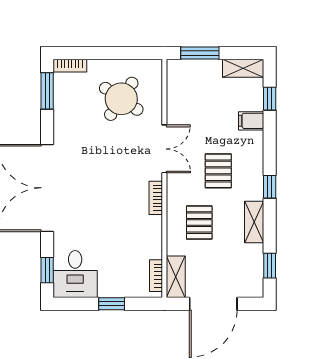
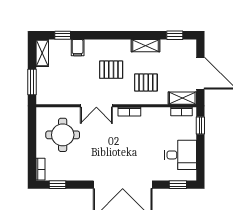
window: (47, 91) -> (57, 185), width x0.67
round table: (121, 99) -> (63, 135), turned -34
double door: (164, 149) -> (96, 106), swing flipped
window: (270, 187) -> (122, 35), removed
desk: (75, 274) -> (180, 155), moved
window: (112, 304) -> (200, 125), moved

